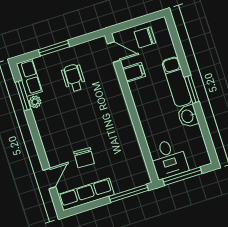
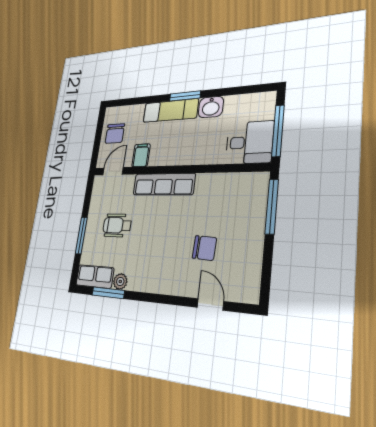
row of seats: (86, 194) -> (164, 184), moved, turned -90

